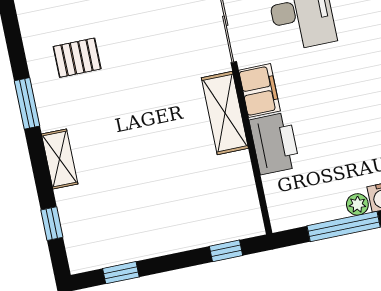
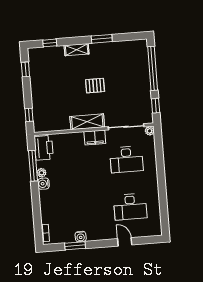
pallet: (77, 58) -> (95, 86), moved, turned 90
printer: (275, 143) -> (44, 148), moved, turned -90

